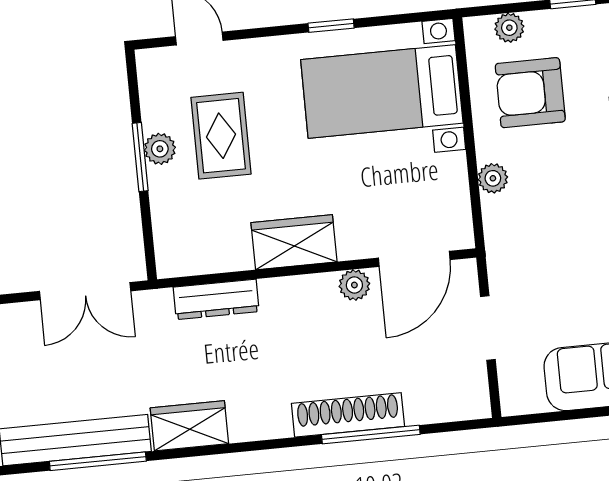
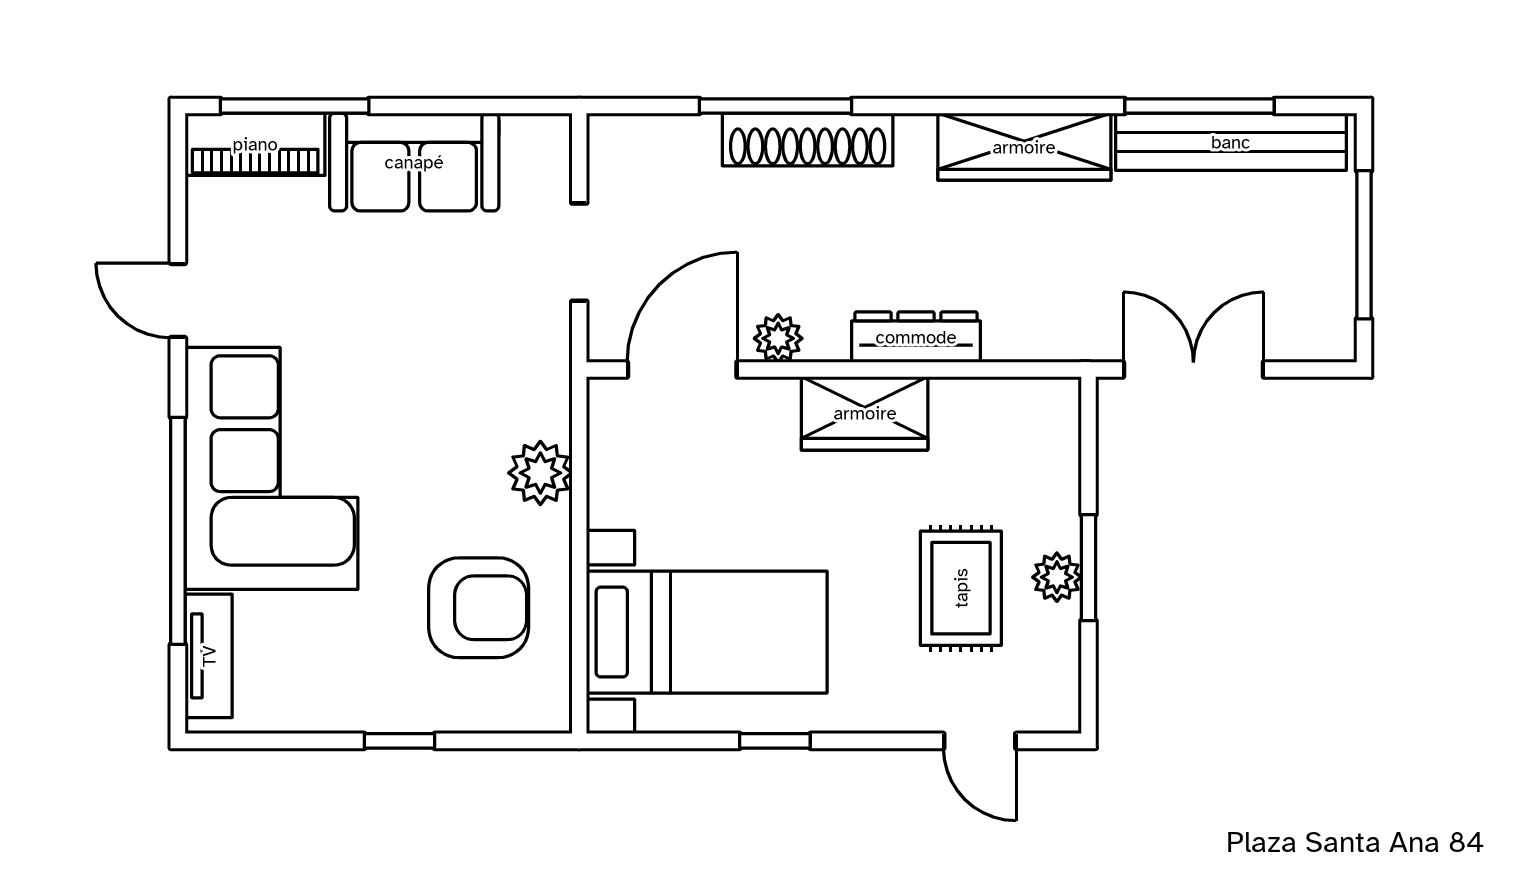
plant: (509, 28) -> (501, 711), removed
plant: (493, 178) -> (540, 473), width x1.38, depth x1.38
dresser: (216, 299) -> (916, 337), moved
wardrobe: (189, 426) -> (1024, 147), width x1.50

